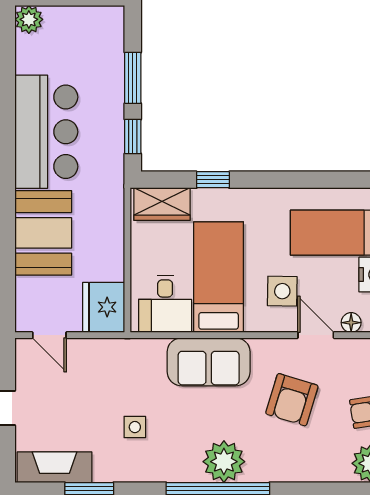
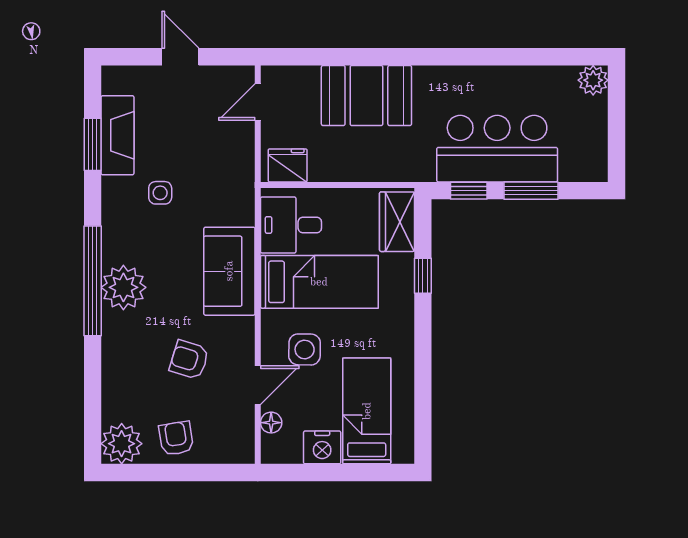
bar counter: (46, 132) -> (497, 149), moved, turned 180
fridge: (104, 307) -> (288, 165), width x0.73, depth x0.75
armchair: (292, 400) -> (189, 360), width x0.72, depth x0.72
fireplace: (54, 467) -> (117, 135), moved

